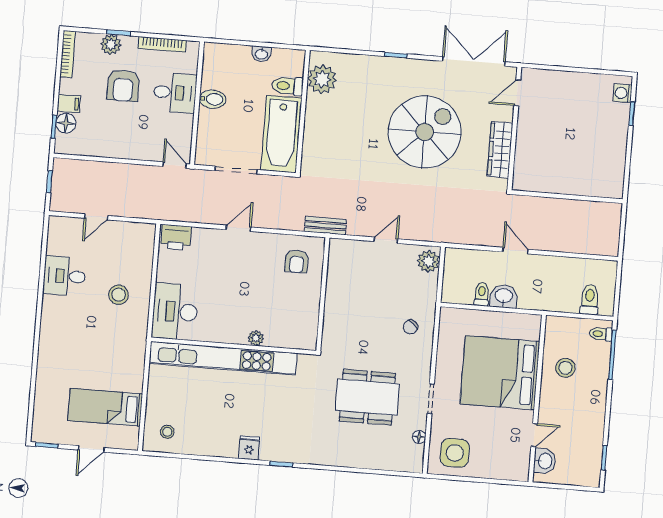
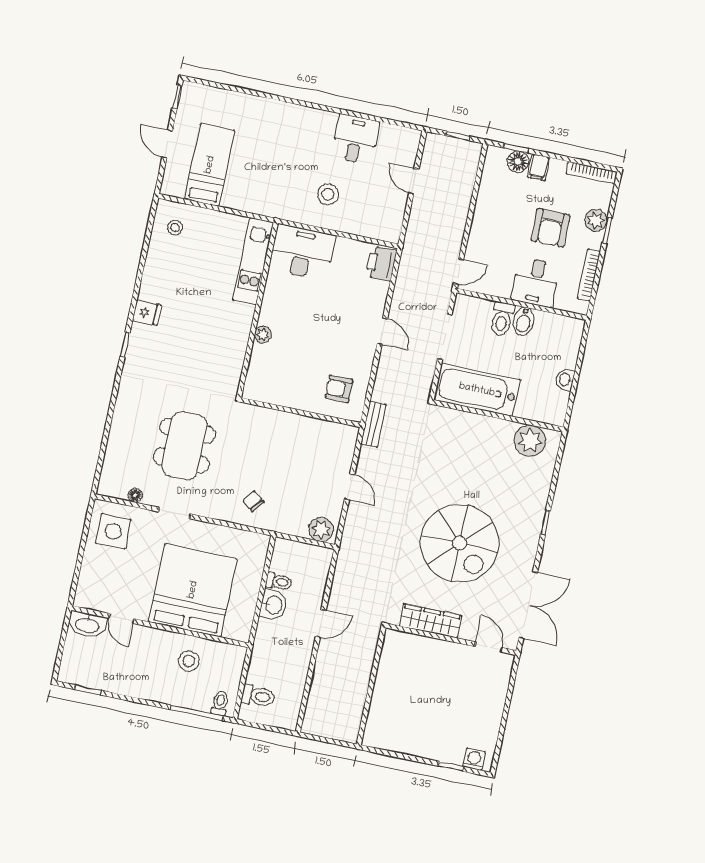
armchair: (123, 85) -> (550, 228), turned -90
toilet: (287, 86) -> (502, 319), moved, turned 180
kitchen unit: (223, 358) -> (253, 261), width x0.54
washbasin: (545, 461) -> (87, 625), width x1.38

